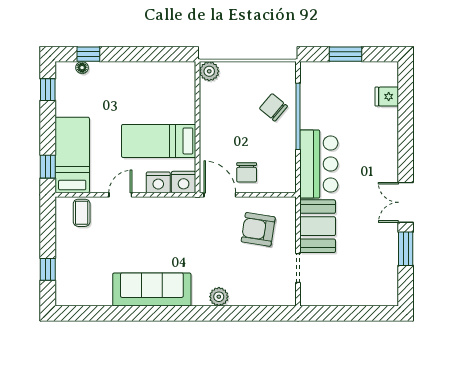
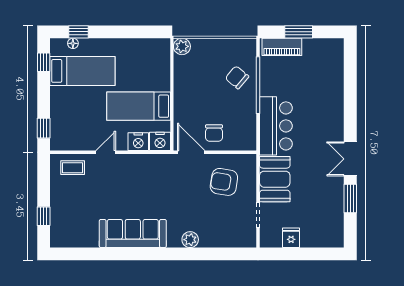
piano: (326, 72) -> (282, 47), added
fridge: (387, 97) -> (291, 238), moved, turned 90
bed: (72, 155) -> (82, 71), moved, turned 90
coffee table: (82, 213) -> (73, 168), turned 90

